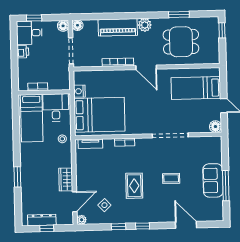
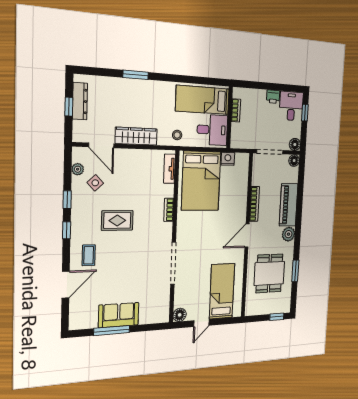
coffee table: (171, 178) -> (89, 255), moved
wardrobe: (66, 179) -> (136, 136), width x1.50
plant: (82, 220) -> (78, 169), moved

